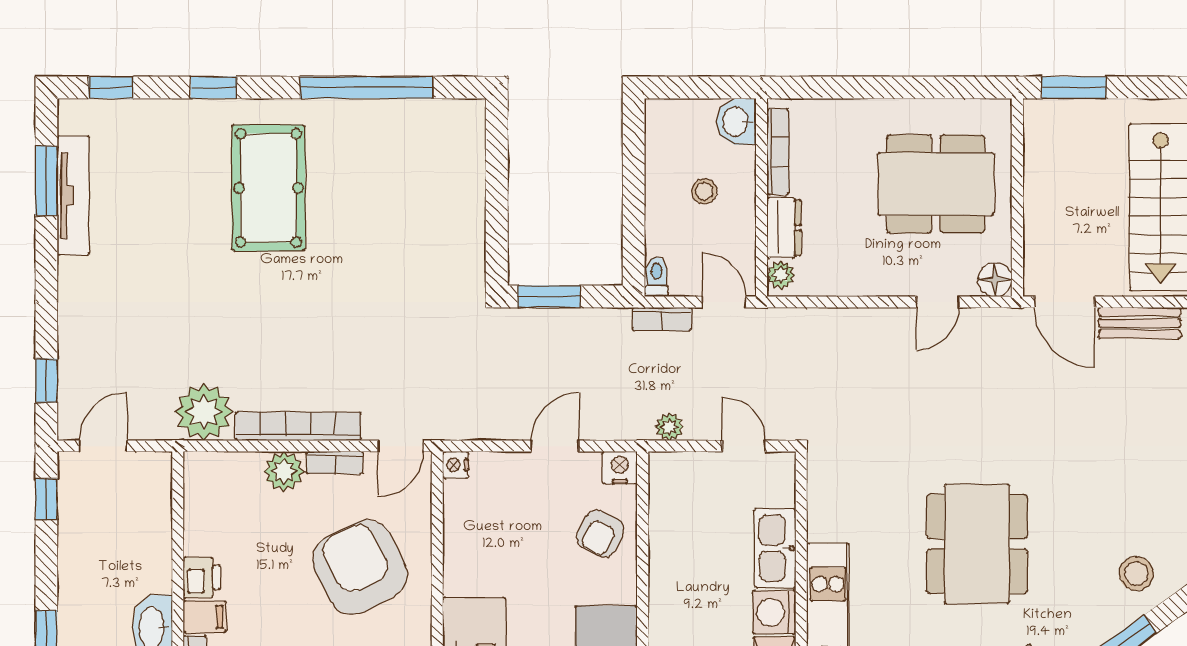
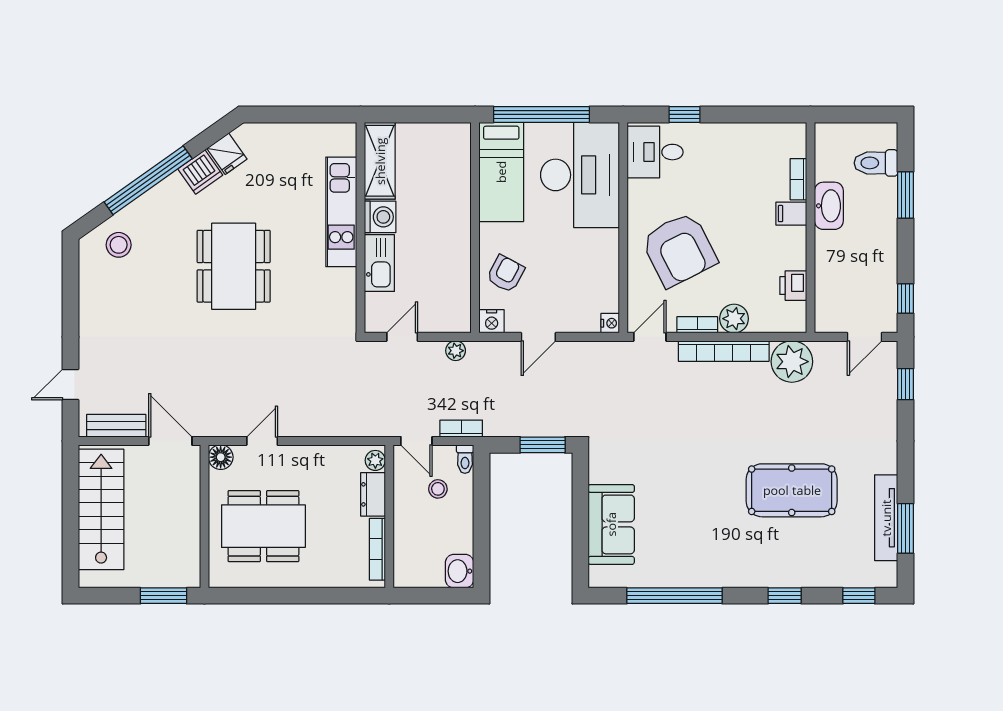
washbasin: (736, 122) -> (460, 571), moved, turned 180
sofa: (454, 186) -> (611, 524), added
pool table: (269, 188) -> (792, 490), moved, turned 90
stool: (704, 191) -> (438, 489), moved
door: (744, 446) -> (402, 337), swing flipped
printer: (202, 577) -> (793, 286), moved

